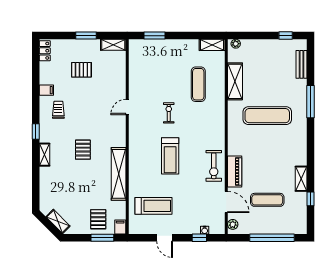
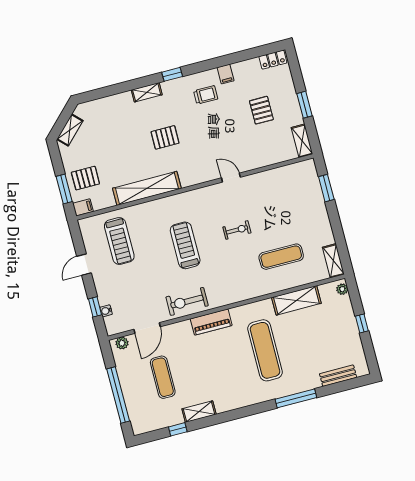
window: (286, 36) -> (362, 324), moved
treadmill: (170, 156) -> (185, 245), turned 90
piano: (235, 171) -> (211, 322), moved

